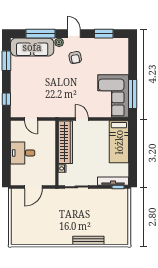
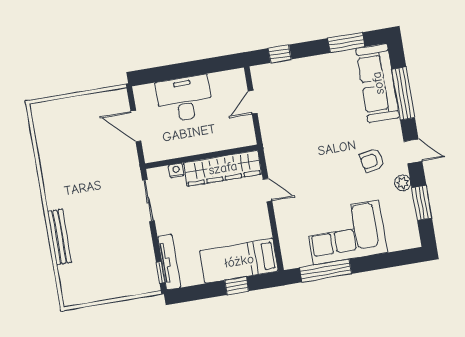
door: (74, 34) -> (413, 151), hinge flipped
plant: (59, 42) -> (403, 183), moved
corner sofa: (113, 96) -> (346, 232), moved
door: (82, 119) -> (268, 190), hinge flipped
window: (133, 145) -> (237, 286), added
desk: (23, 153) -> (184, 99), width x1.37

